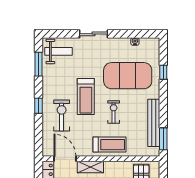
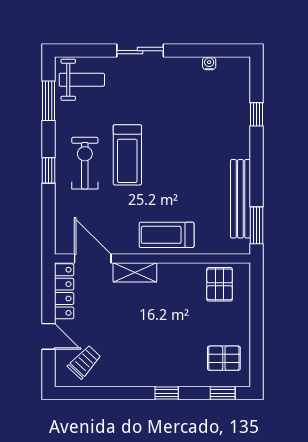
exercise mat: (128, 76) -> (197, 120), removed
exercise bike: (114, 112) -> (174, 180), removed
exercise bike: (62, 116) -> (85, 163), moved
treadmill: (109, 145) -> (167, 235), turned 180

